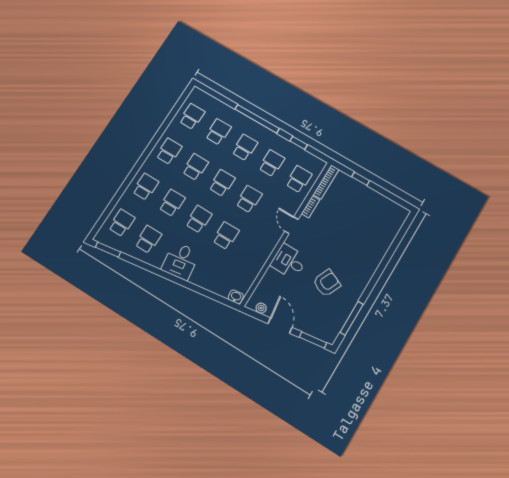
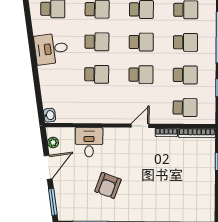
desk: (289, 261) -> (89, 142), moved
armchair: (327, 283) -> (108, 185), turned 86

